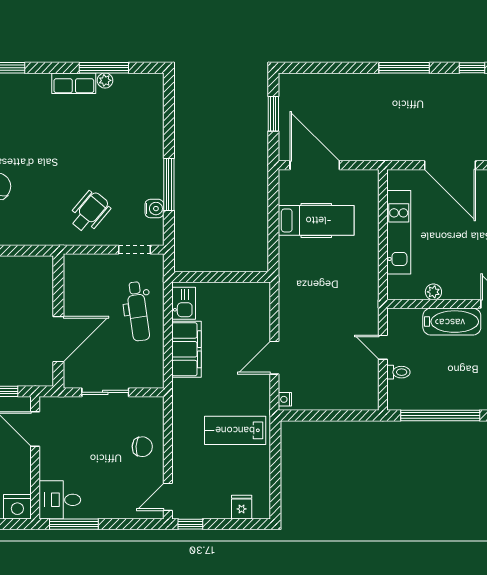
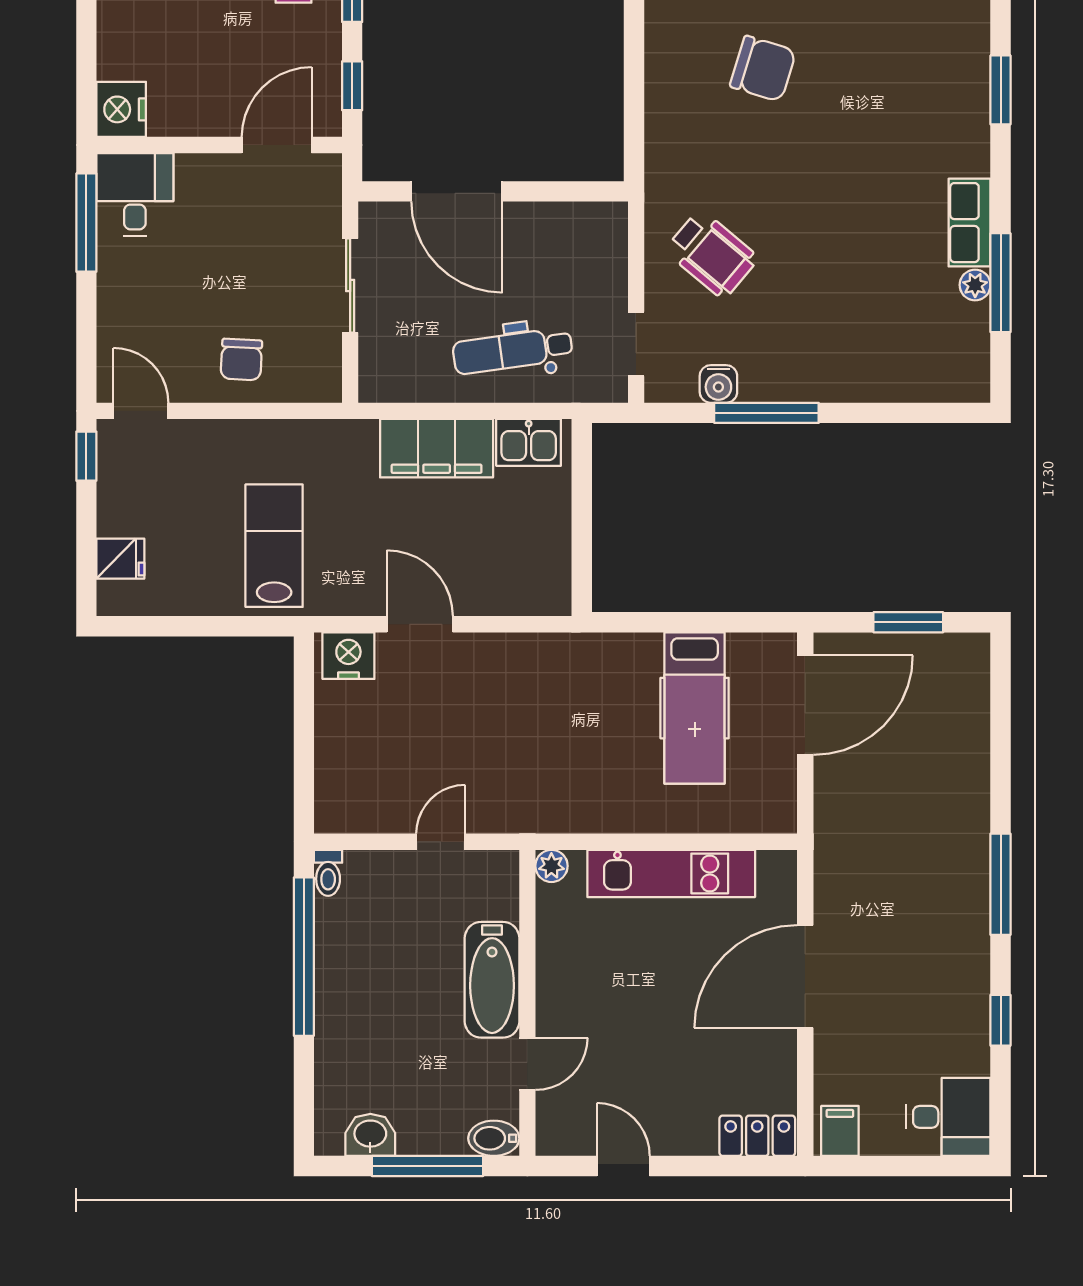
plant: (433, 292) -> (551, 866), moved
toilet: (398, 372) -> (328, 873), moved
nightstand: (285, 399) -> (348, 656), width x1.89, depth x1.79

